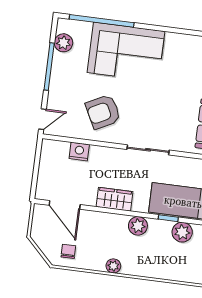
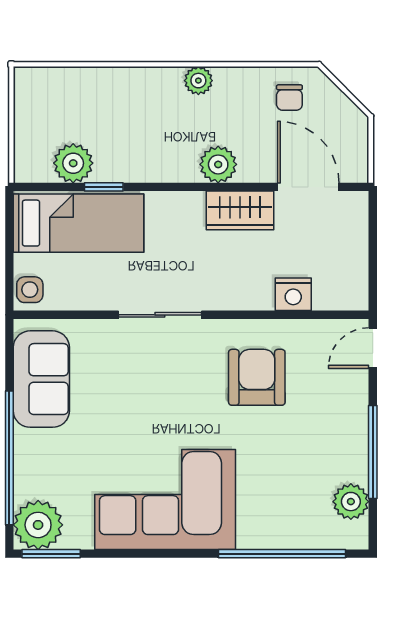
corner sofa: (126, 52) -> (165, 500), moved
armchair: (103, 112) -> (257, 377), turned -63
wardrobe: (114, 199) -> (240, 210), moved
plant: (138, 226) -> (218, 164), moved

